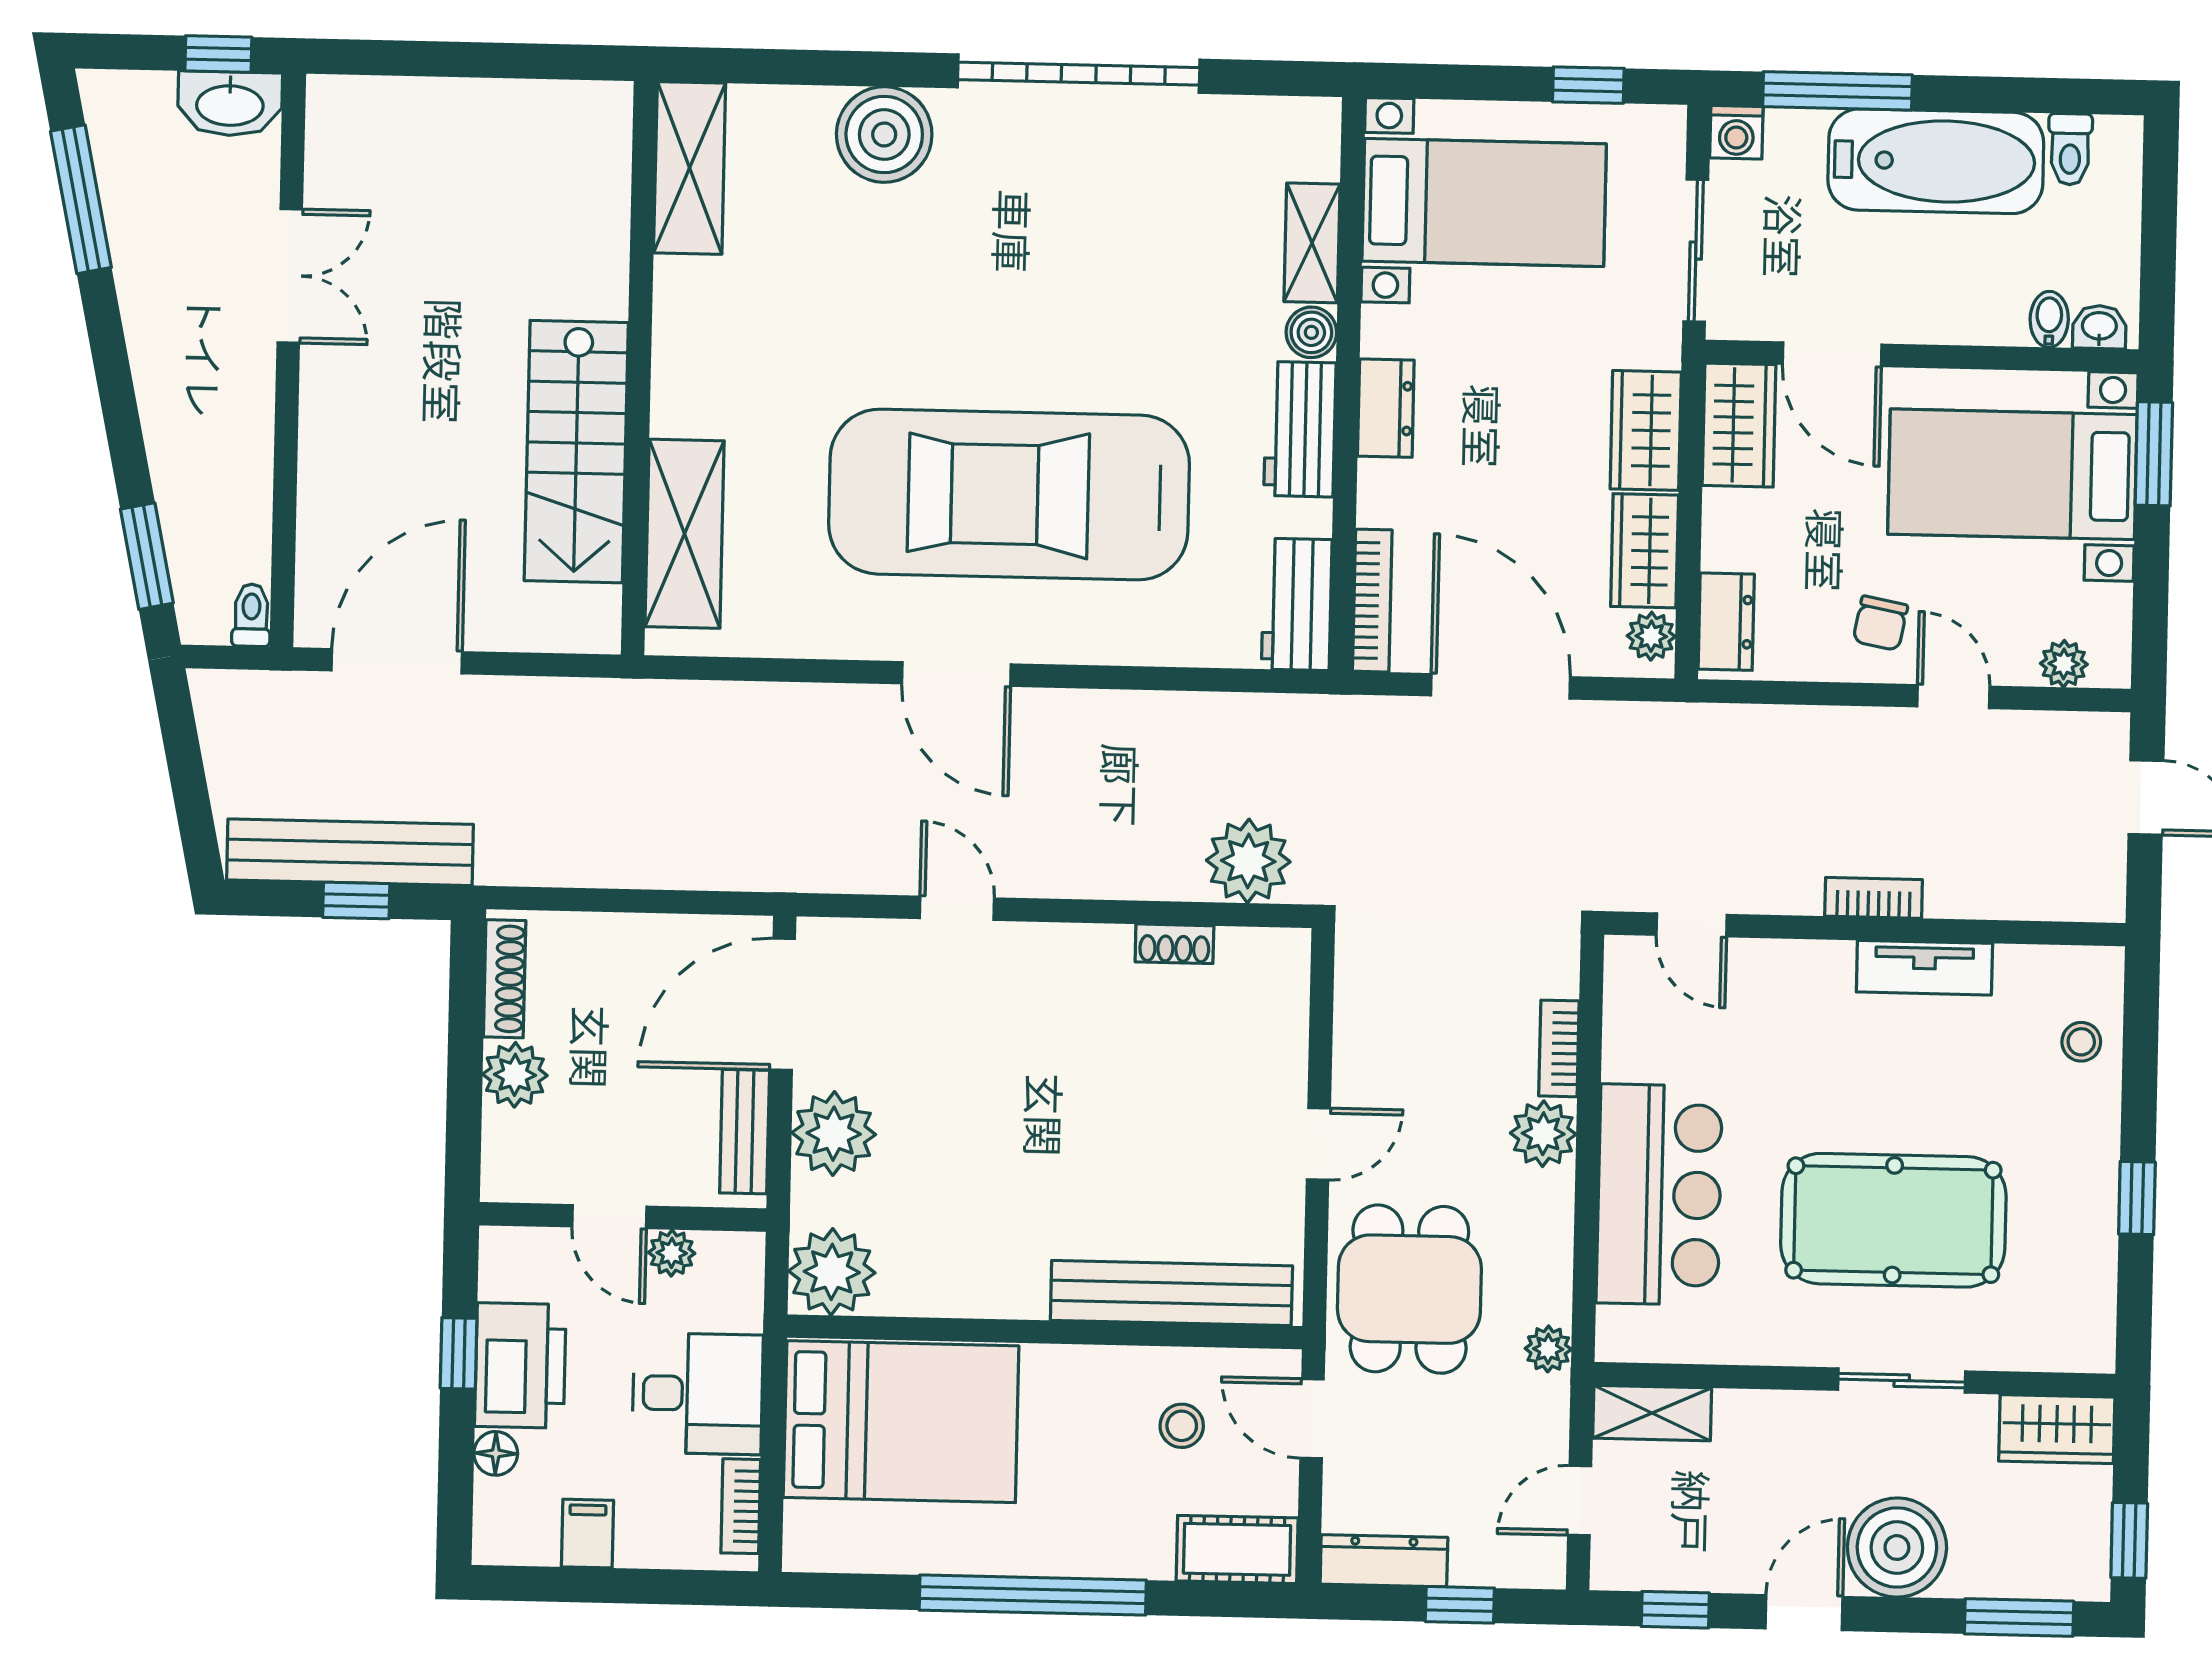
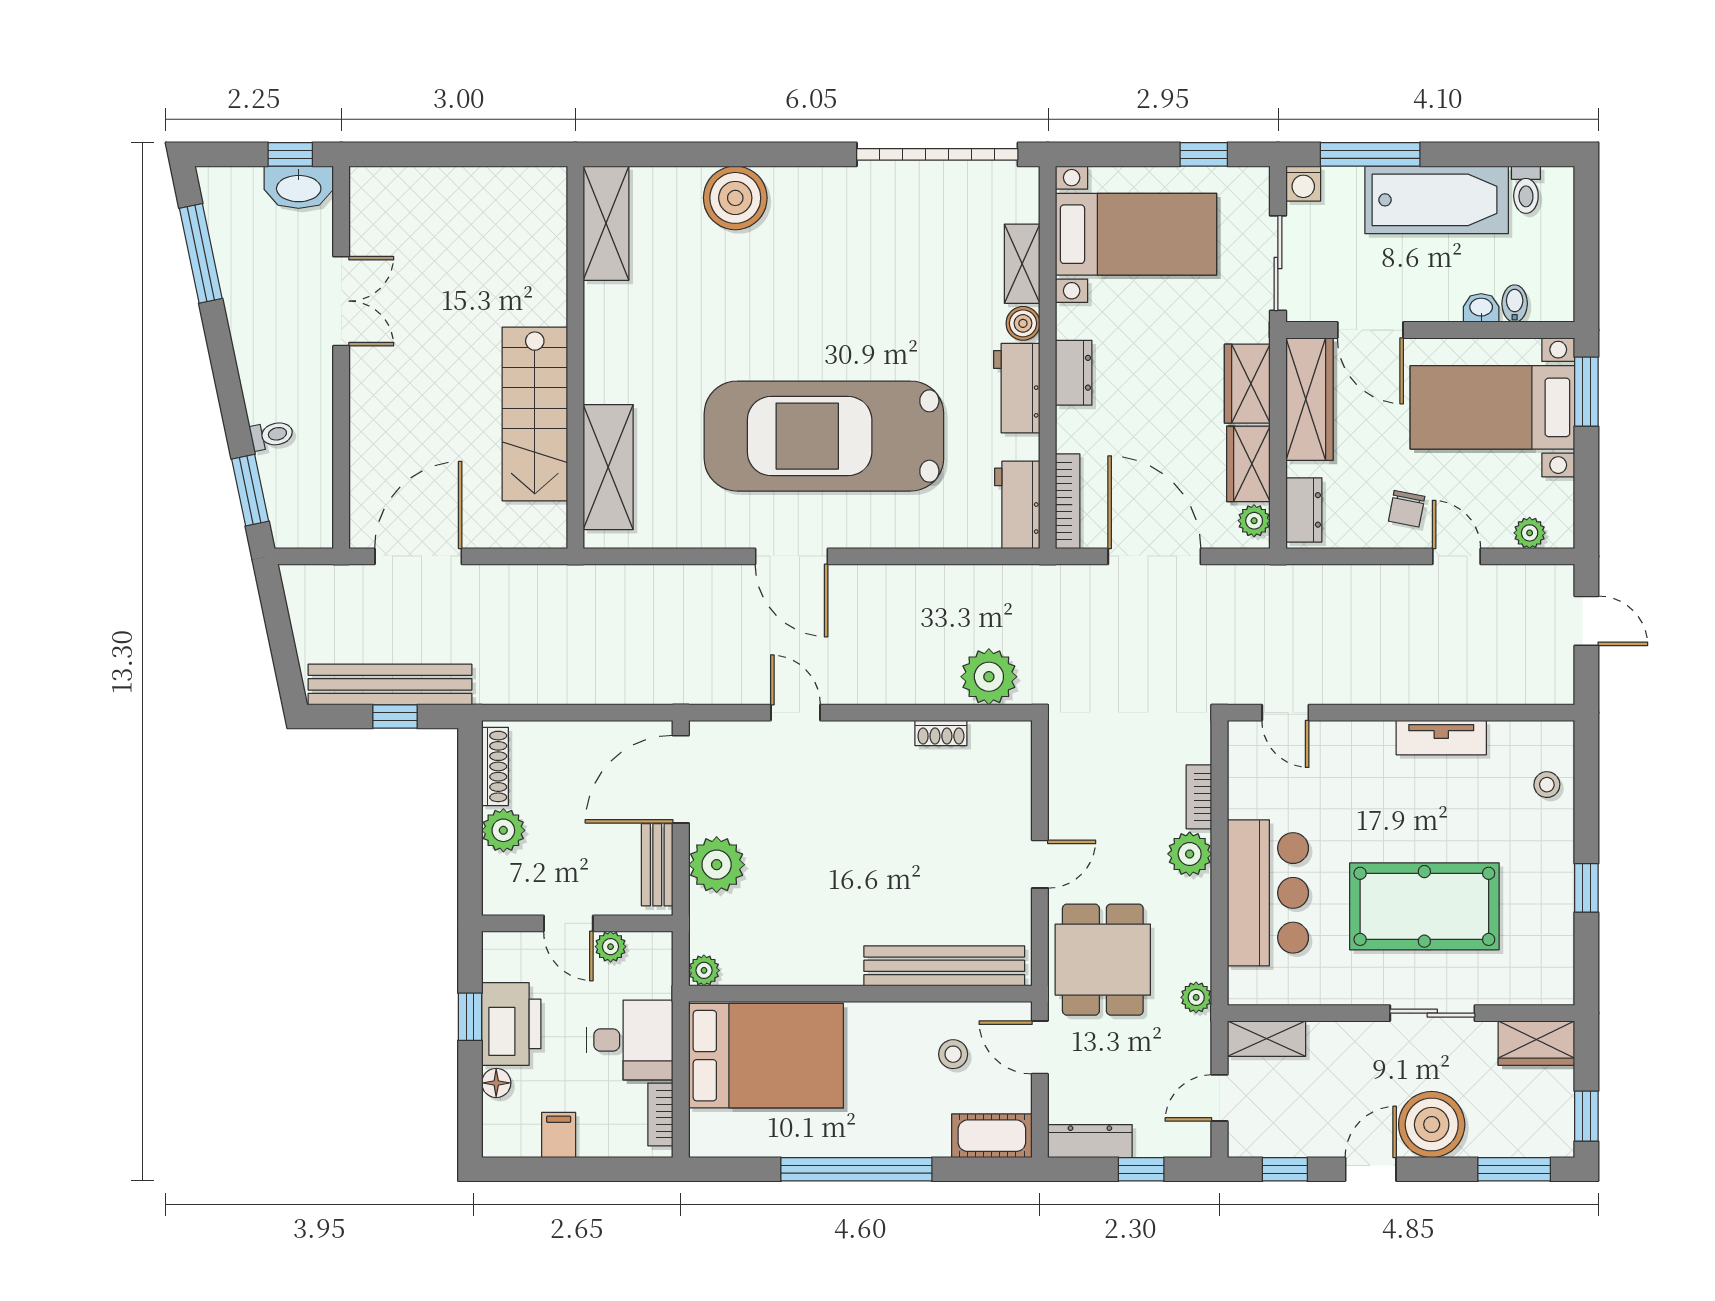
garage door: (1079, 74) -> (937, 154), moved
washbasin: (2099, 327) -> (1481, 308), moved
wardrobe: (1739, 425) -> (1309, 399), width x1.50
toilet: (251, 615) -> (272, 435), moved, turned 78
bookcase: (1874, 898) -> (1406, 692), removed
plant: (832, 1272) -> (704, 970), width x0.53, depth x0.53

